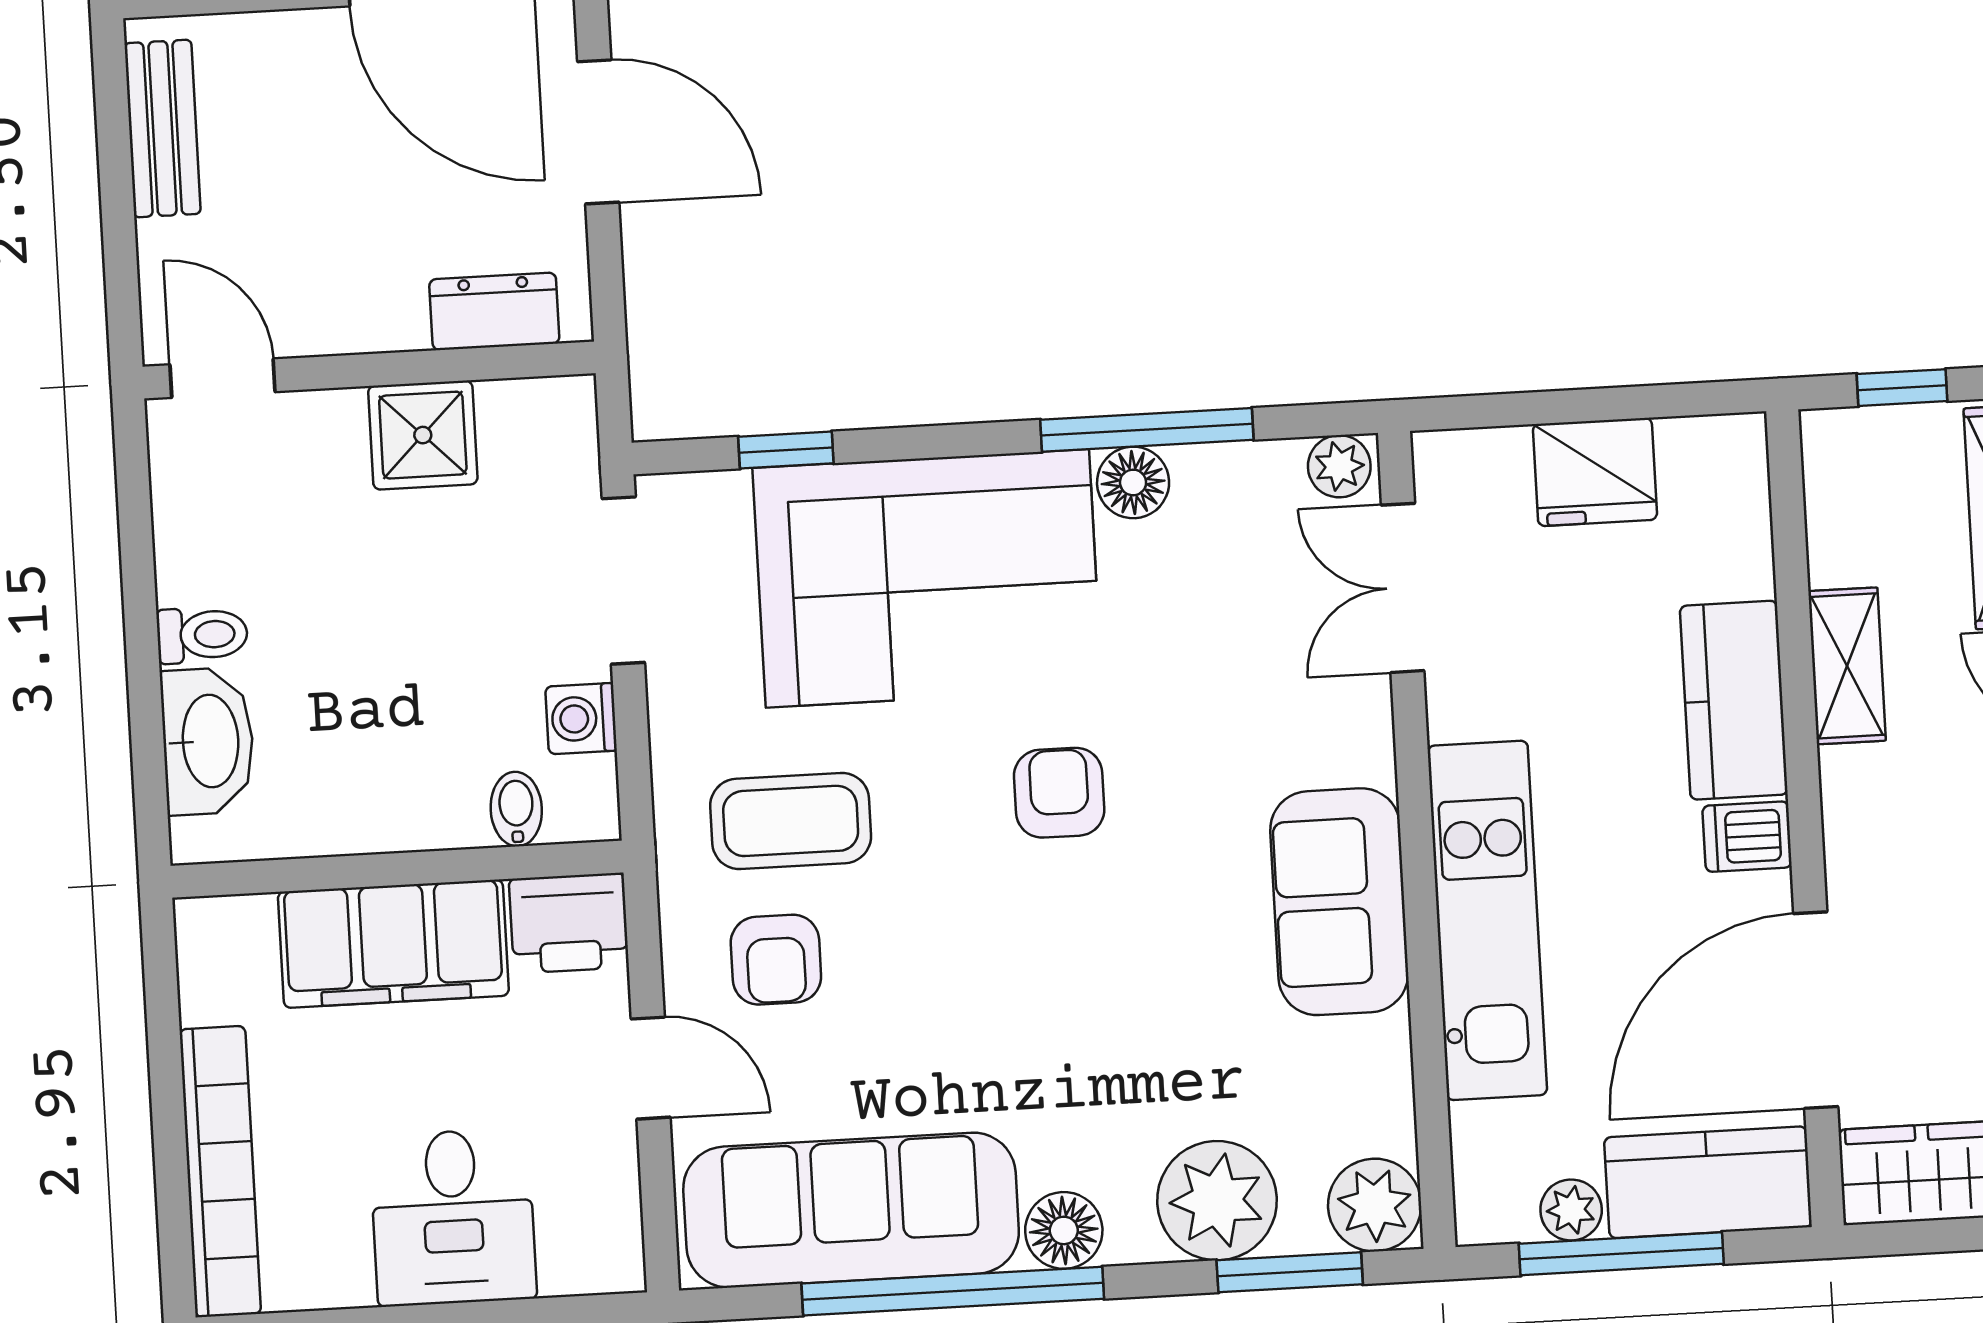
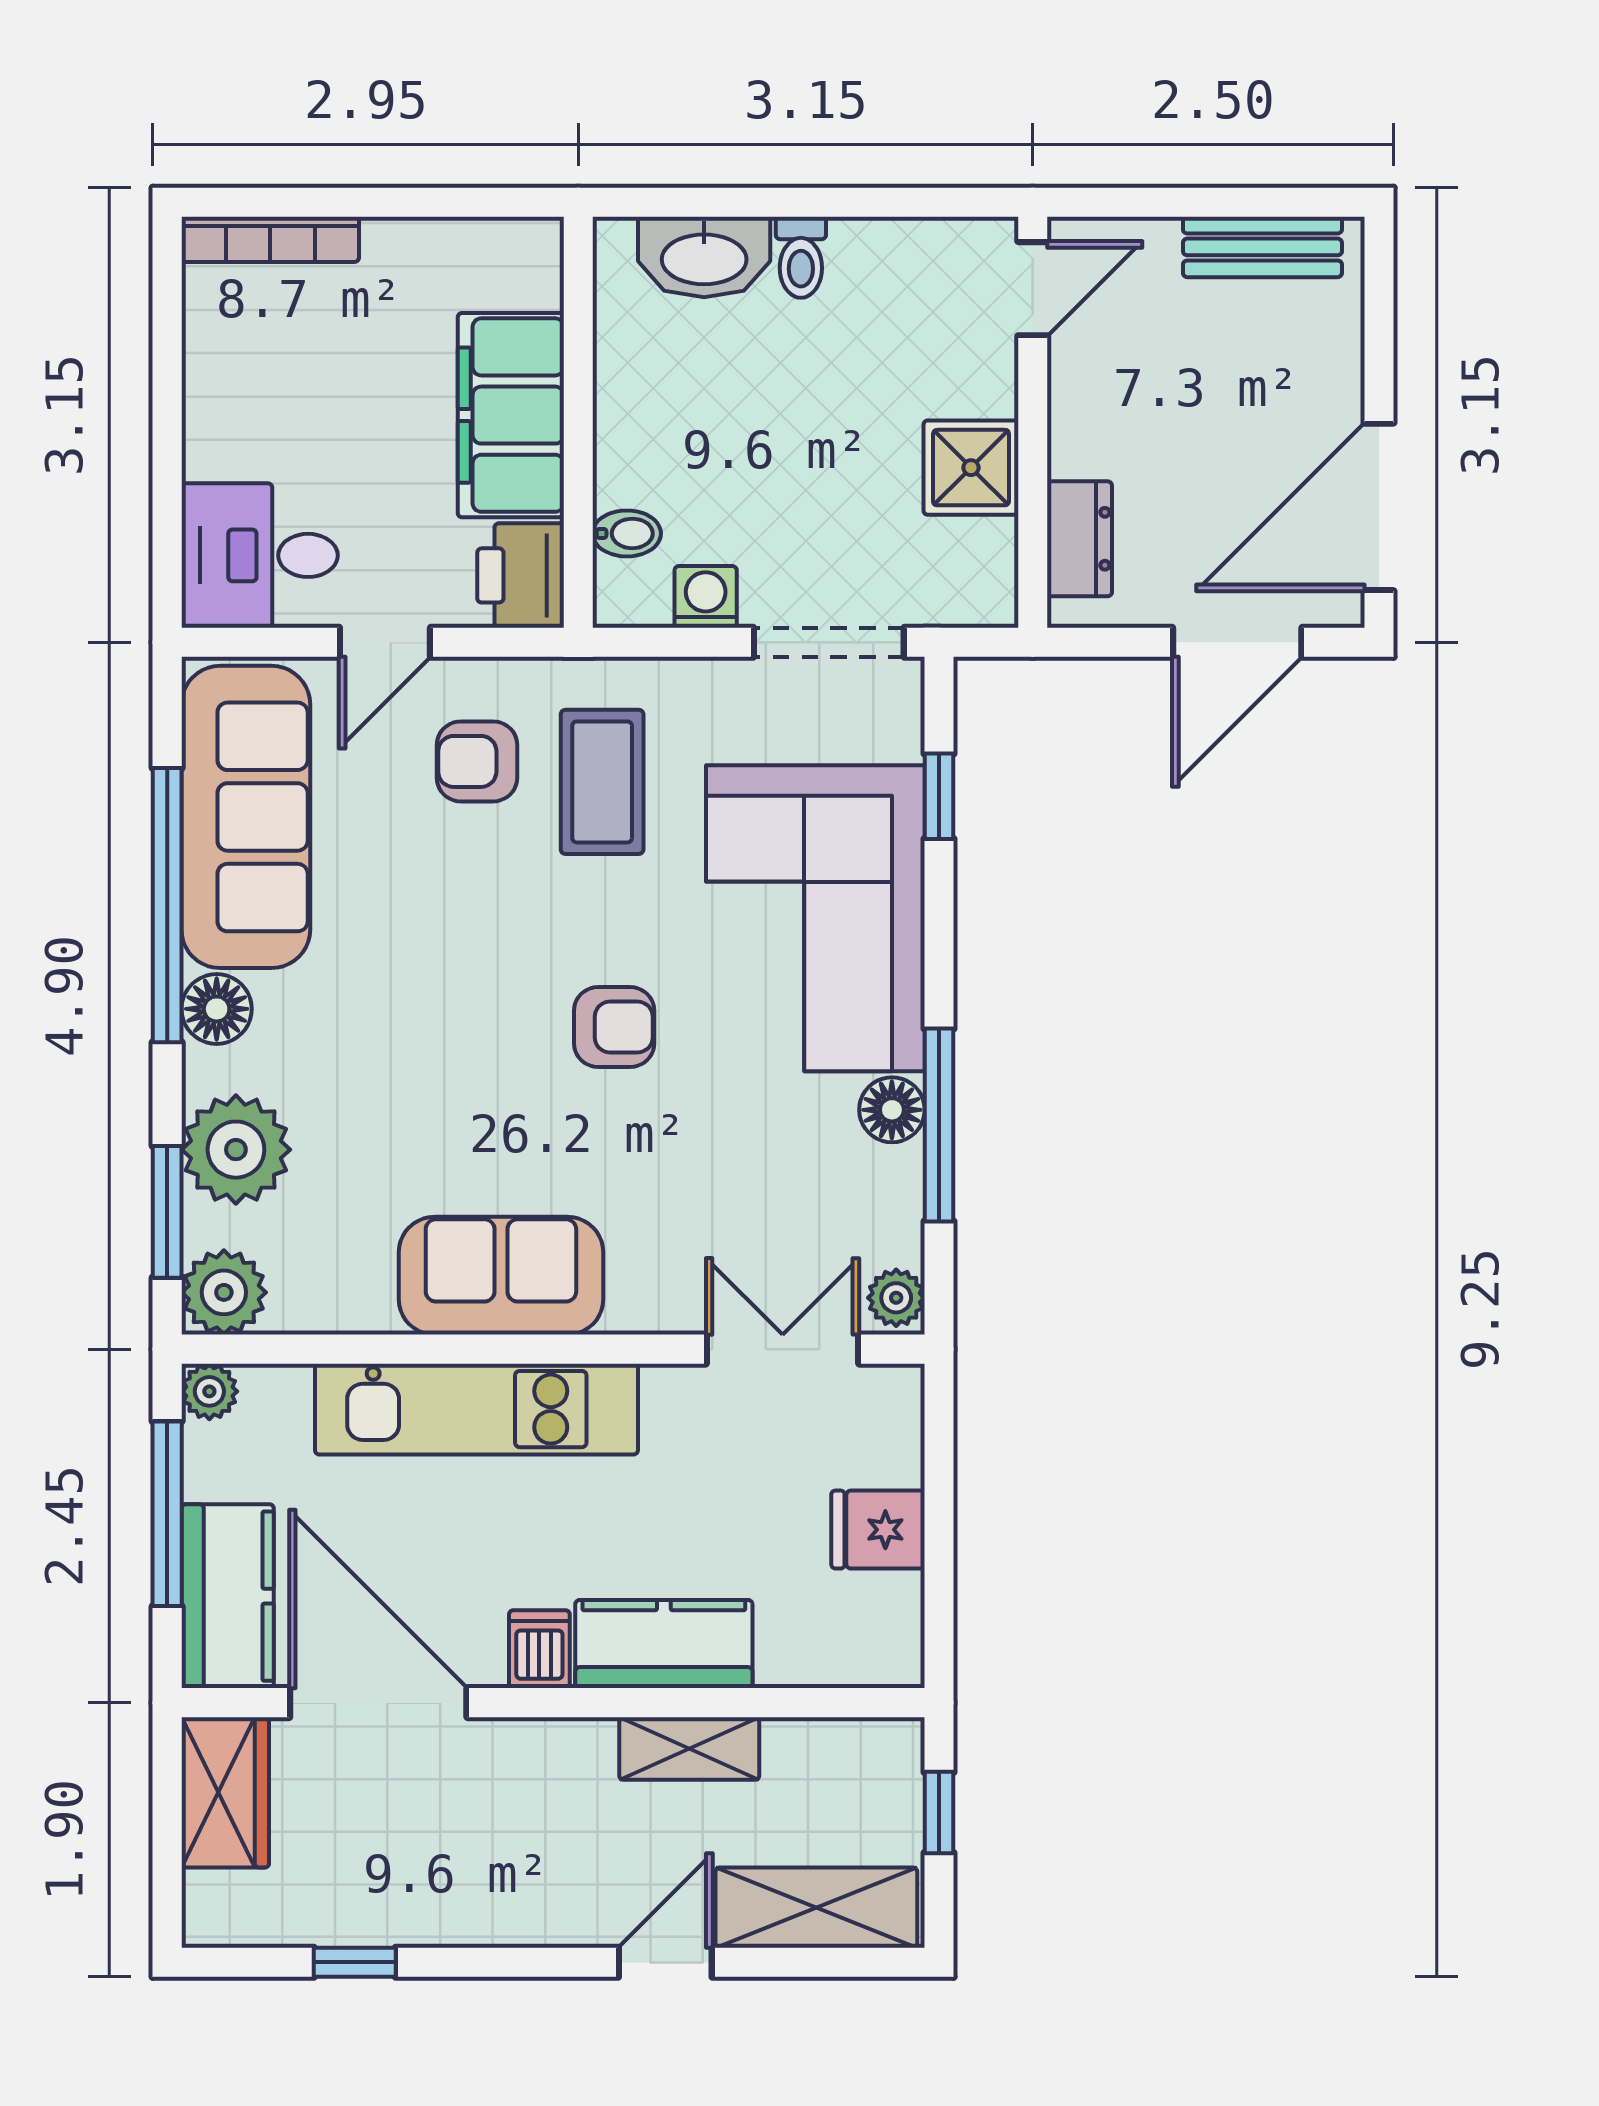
fridge: (1595, 472) -> (878, 1530), width x0.72
bookcase: (220, 1172) -> (270, 239), width x0.68, depth x0.76
plant: (1571, 1210) -> (209, 1391), moved
desk: (453, 1217) -> (260, 555), moved

